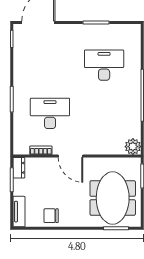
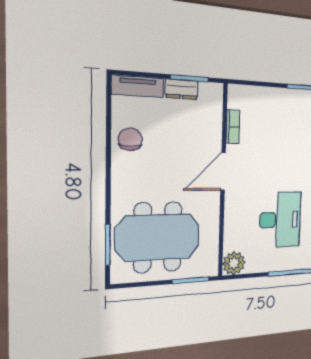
desk: (50, 113) -> (280, 220), moved
dresser: (19, 168) -> (182, 89), moved

